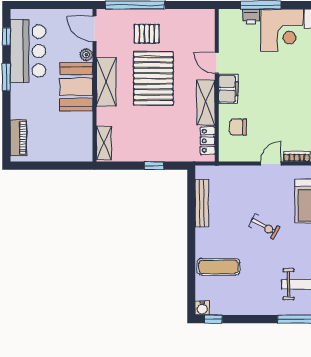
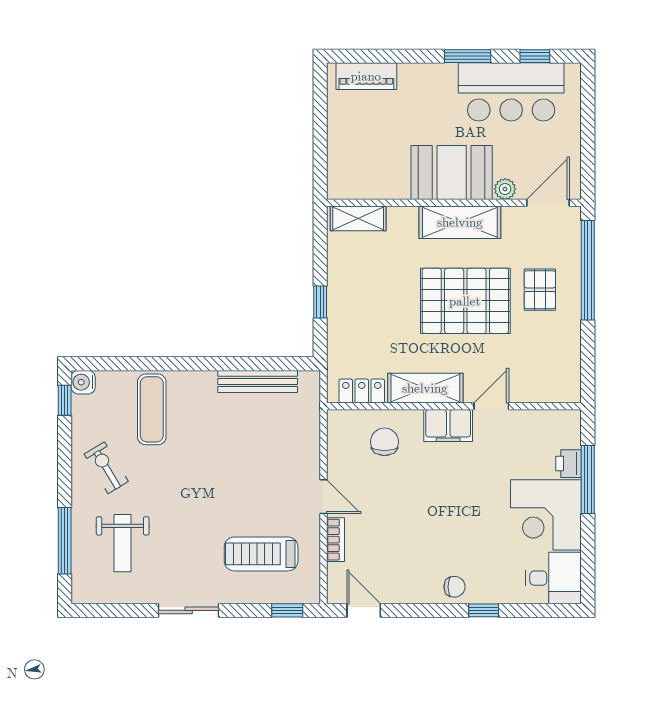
exercise bike: (264, 227) -> (106, 468), moved, turned 121

